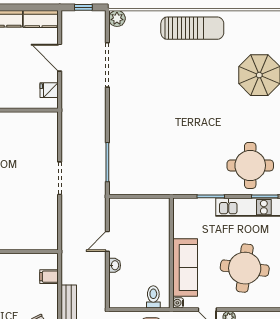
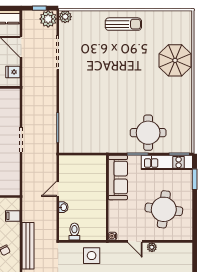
plant: (95, 21) -> (48, 19), added
sun lounger: (192, 28) -> (123, 24), width x0.73, depth x0.75
round table: (250, 165) -> (148, 133), moved
sofa: (185, 267) -> (118, 177), moved
toilet: (153, 297) -> (74, 232), moved

